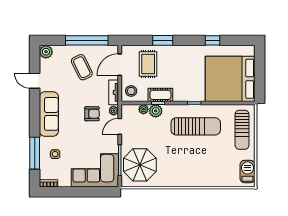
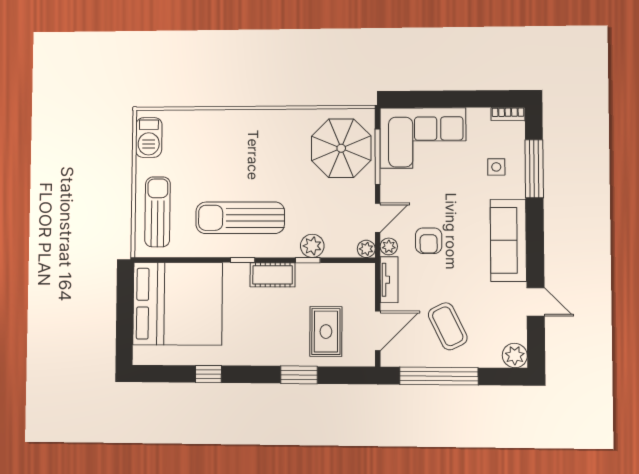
stool: (131, 91) -> (357, 282), removed
cot: (160, 95) -> (273, 275), moved
plant: (143, 109) -> (366, 249), moved
armchair: (92, 114) -> (429, 241), turned -90

